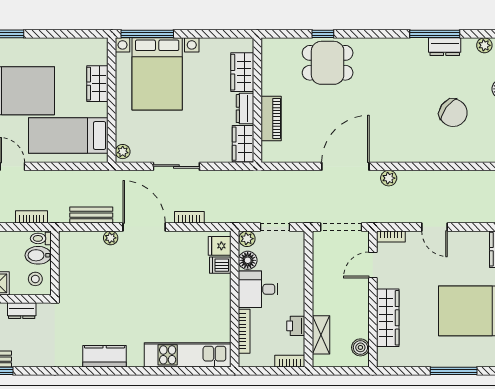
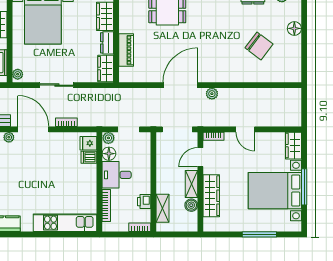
shelving: (361, 302) -> (191, 184), added
boiler: (360, 347) -> (191, 205), moved

